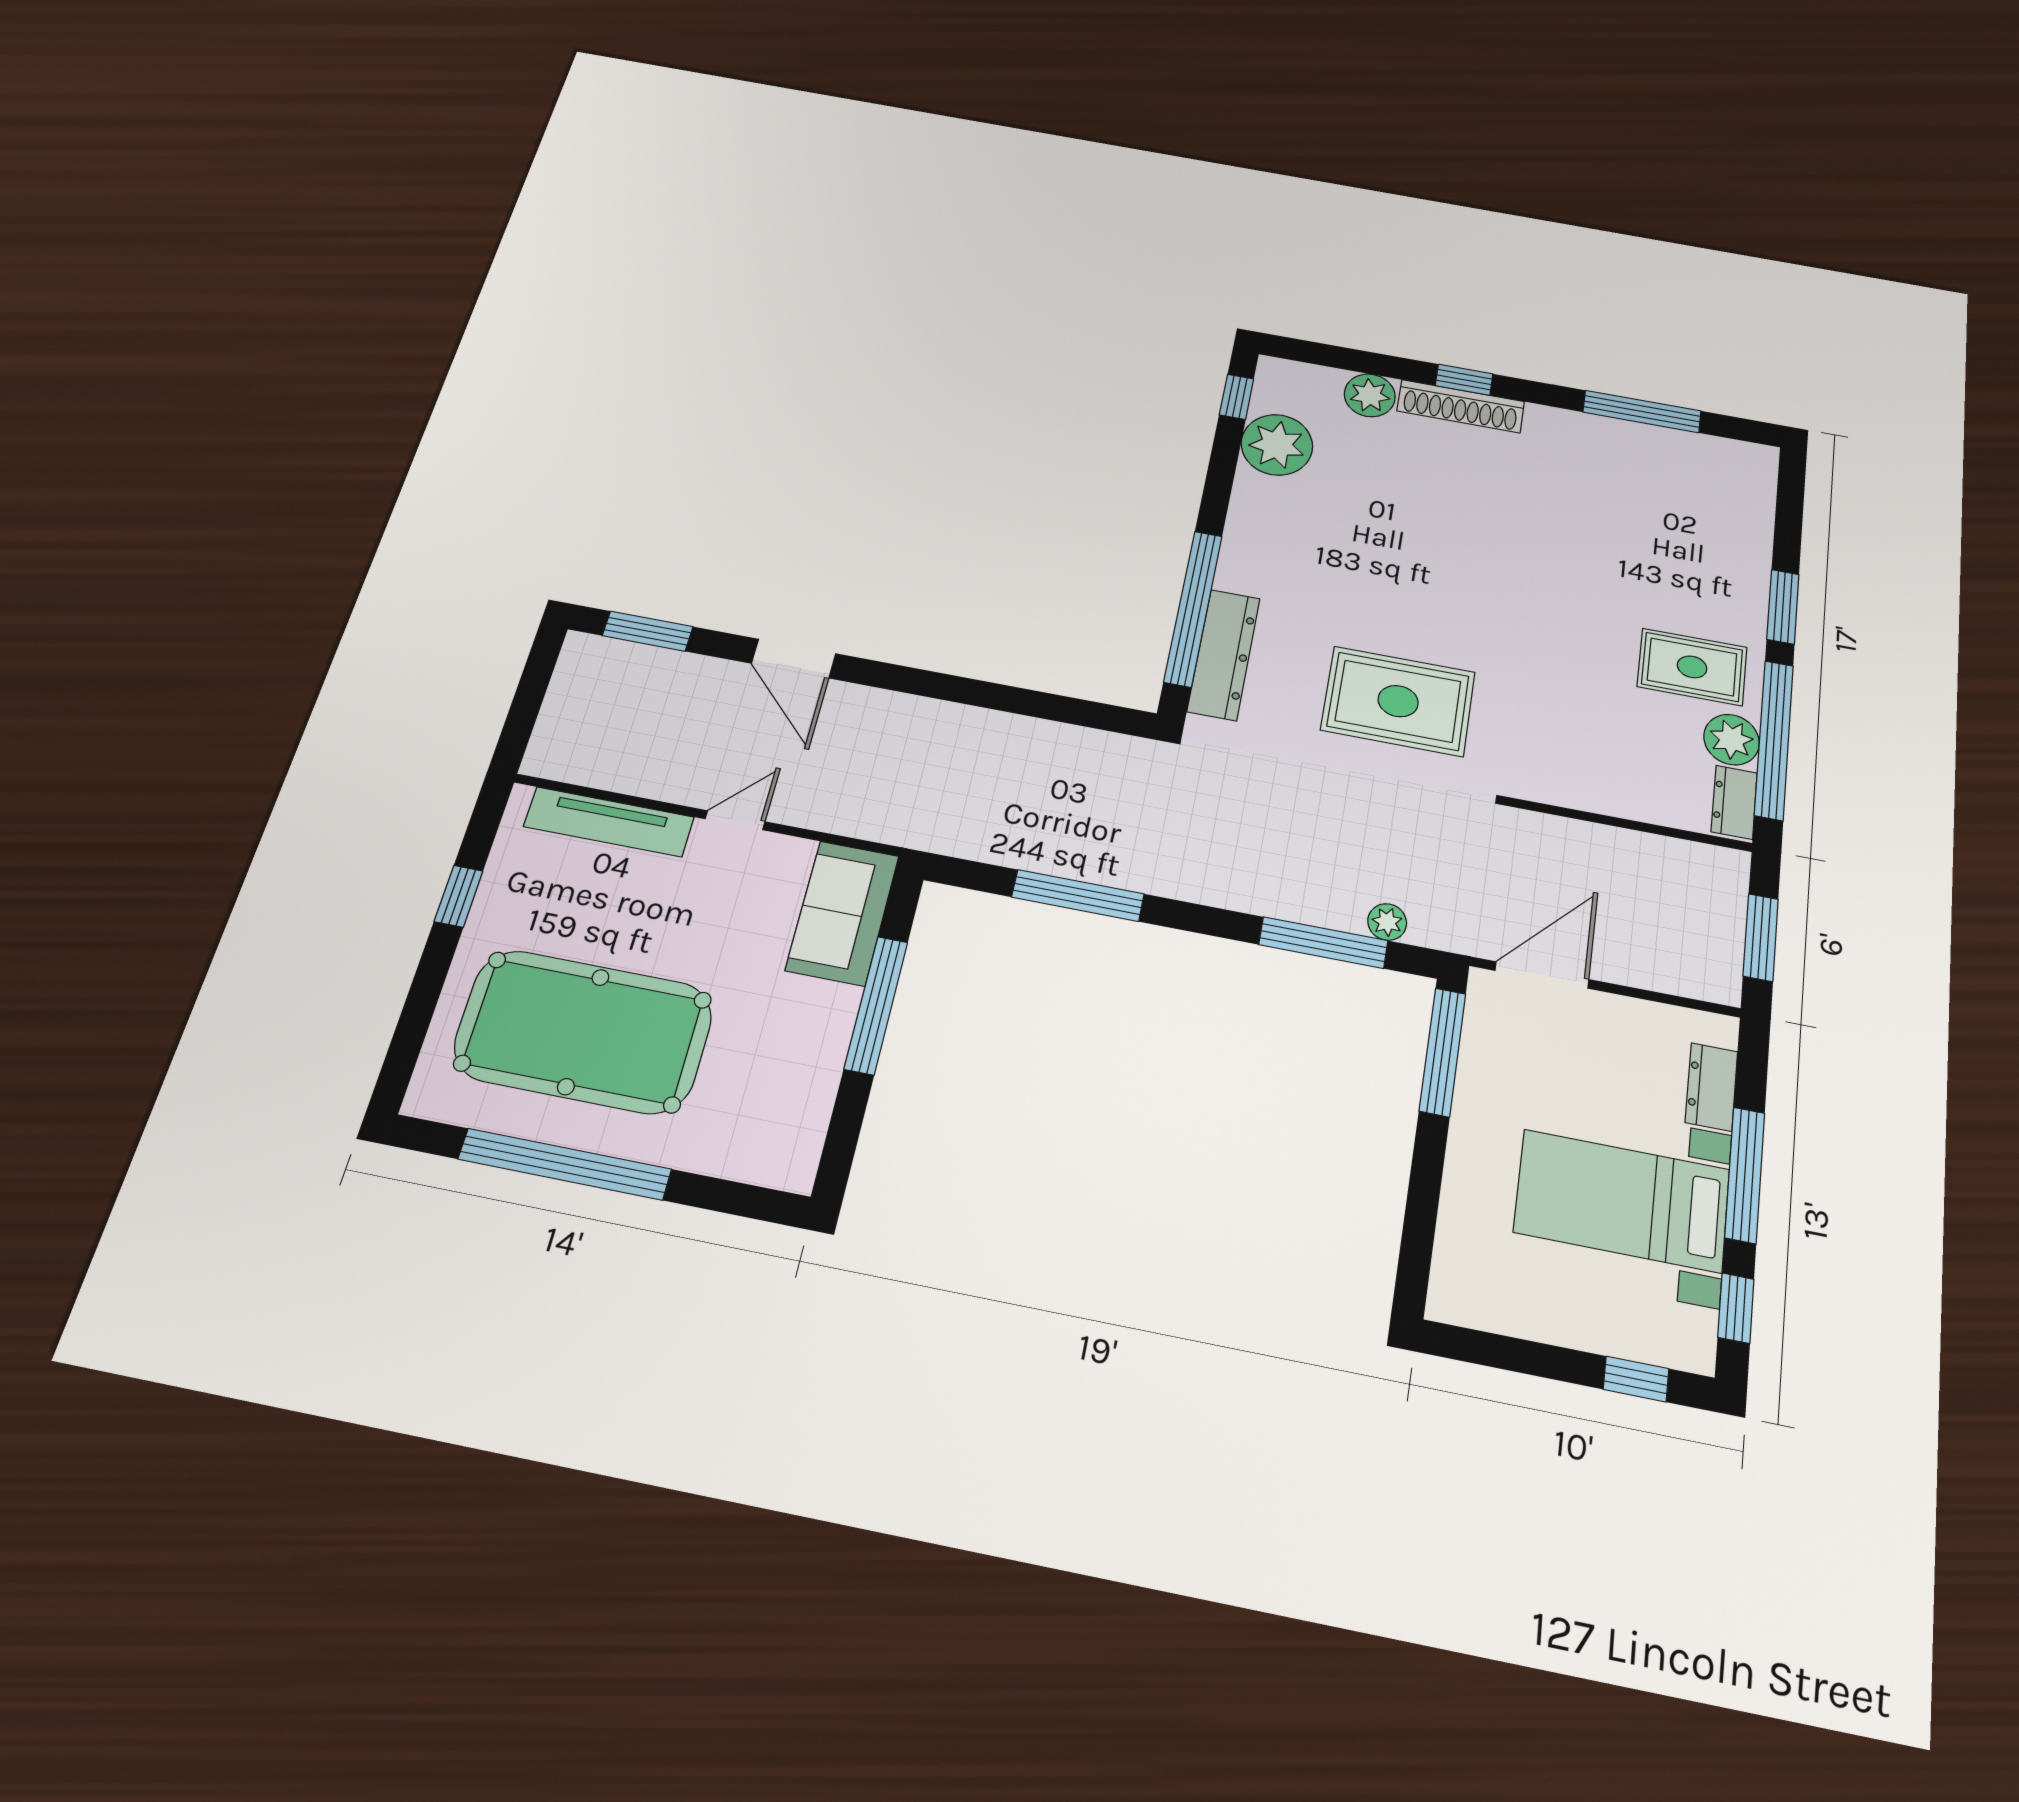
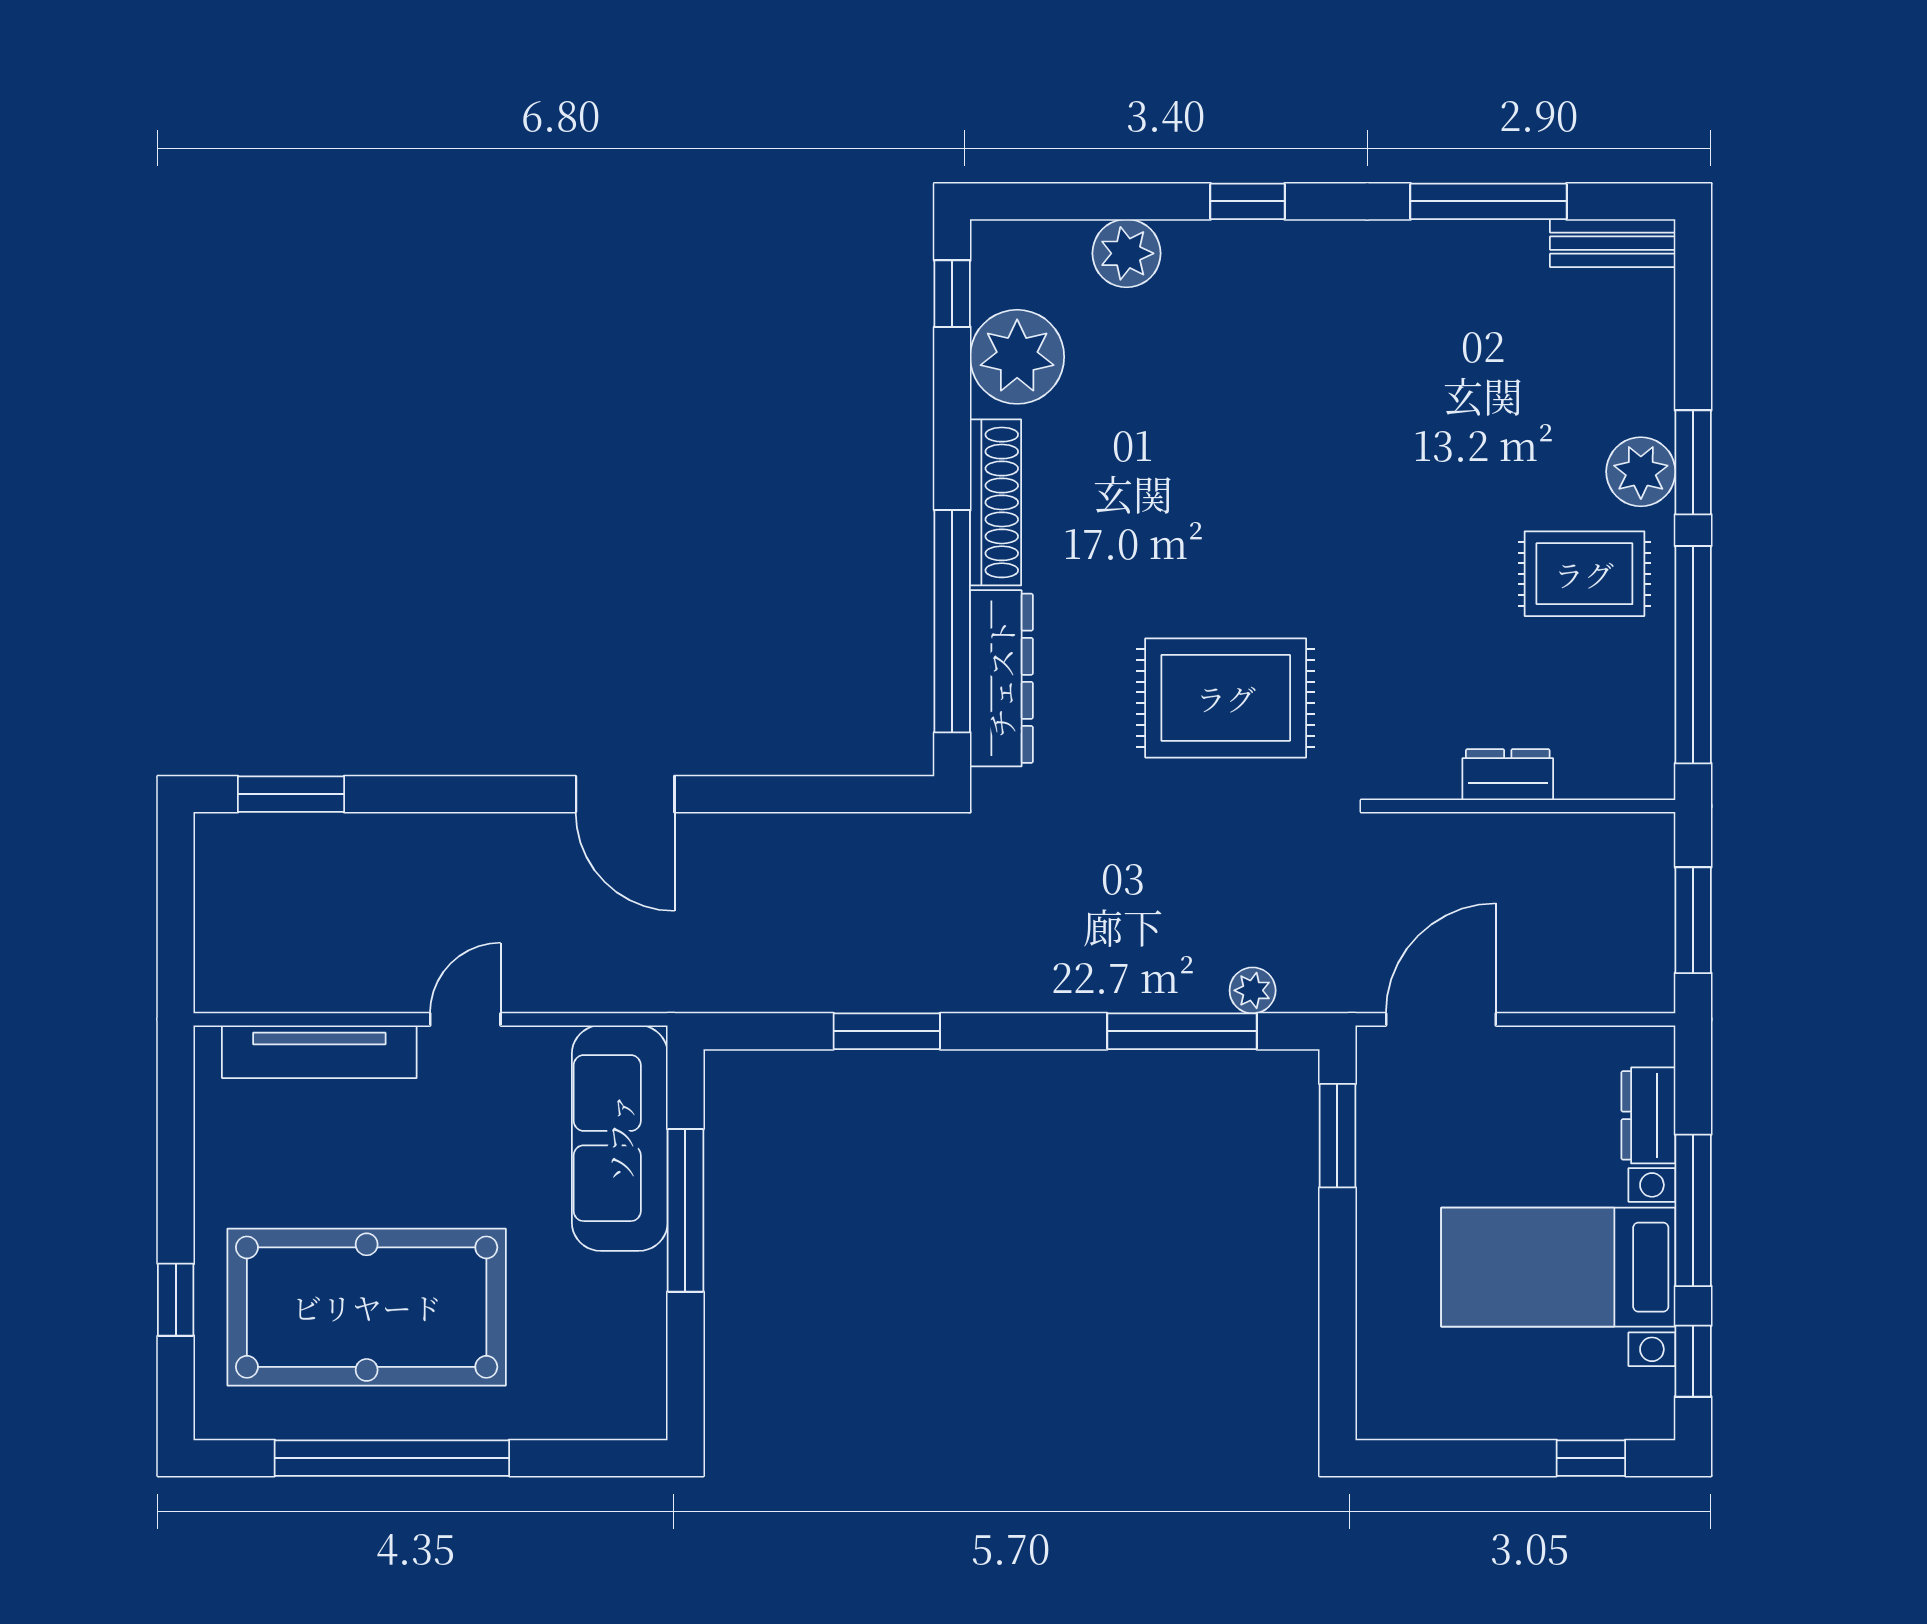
shoe rack: (1461, 406) -> (996, 502), moved, turned -90
bench: (1732, 454) -> (1613, 243), added
door: (794, 659) -> (625, 794), moved
plant: (1732, 740) -> (1641, 472), moved
dresser: (1734, 802) -> (1508, 775), moved, turned 90
window: (459, 896) -> (176, 1300), moved
window: (1078, 896) -> (887, 1031), width x0.69
sofa: (842, 913) -> (620, 1138), width x1.36
window: (1443, 1052) -> (1337, 1136), width x0.69

